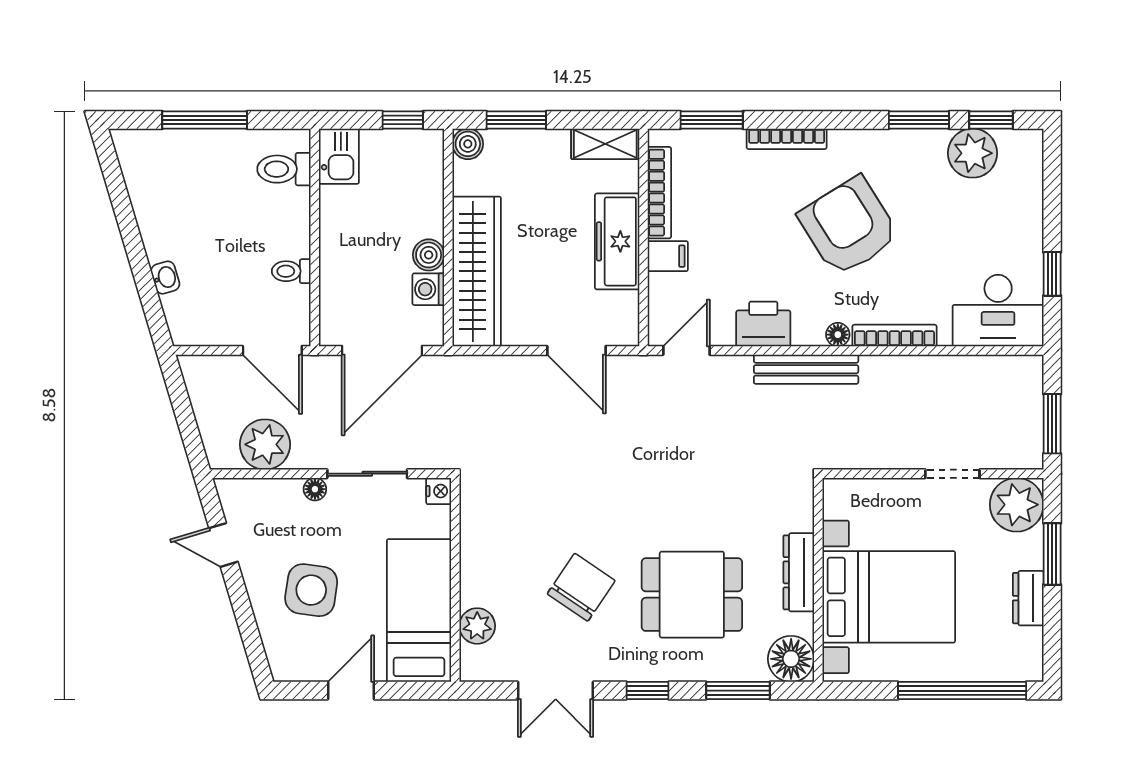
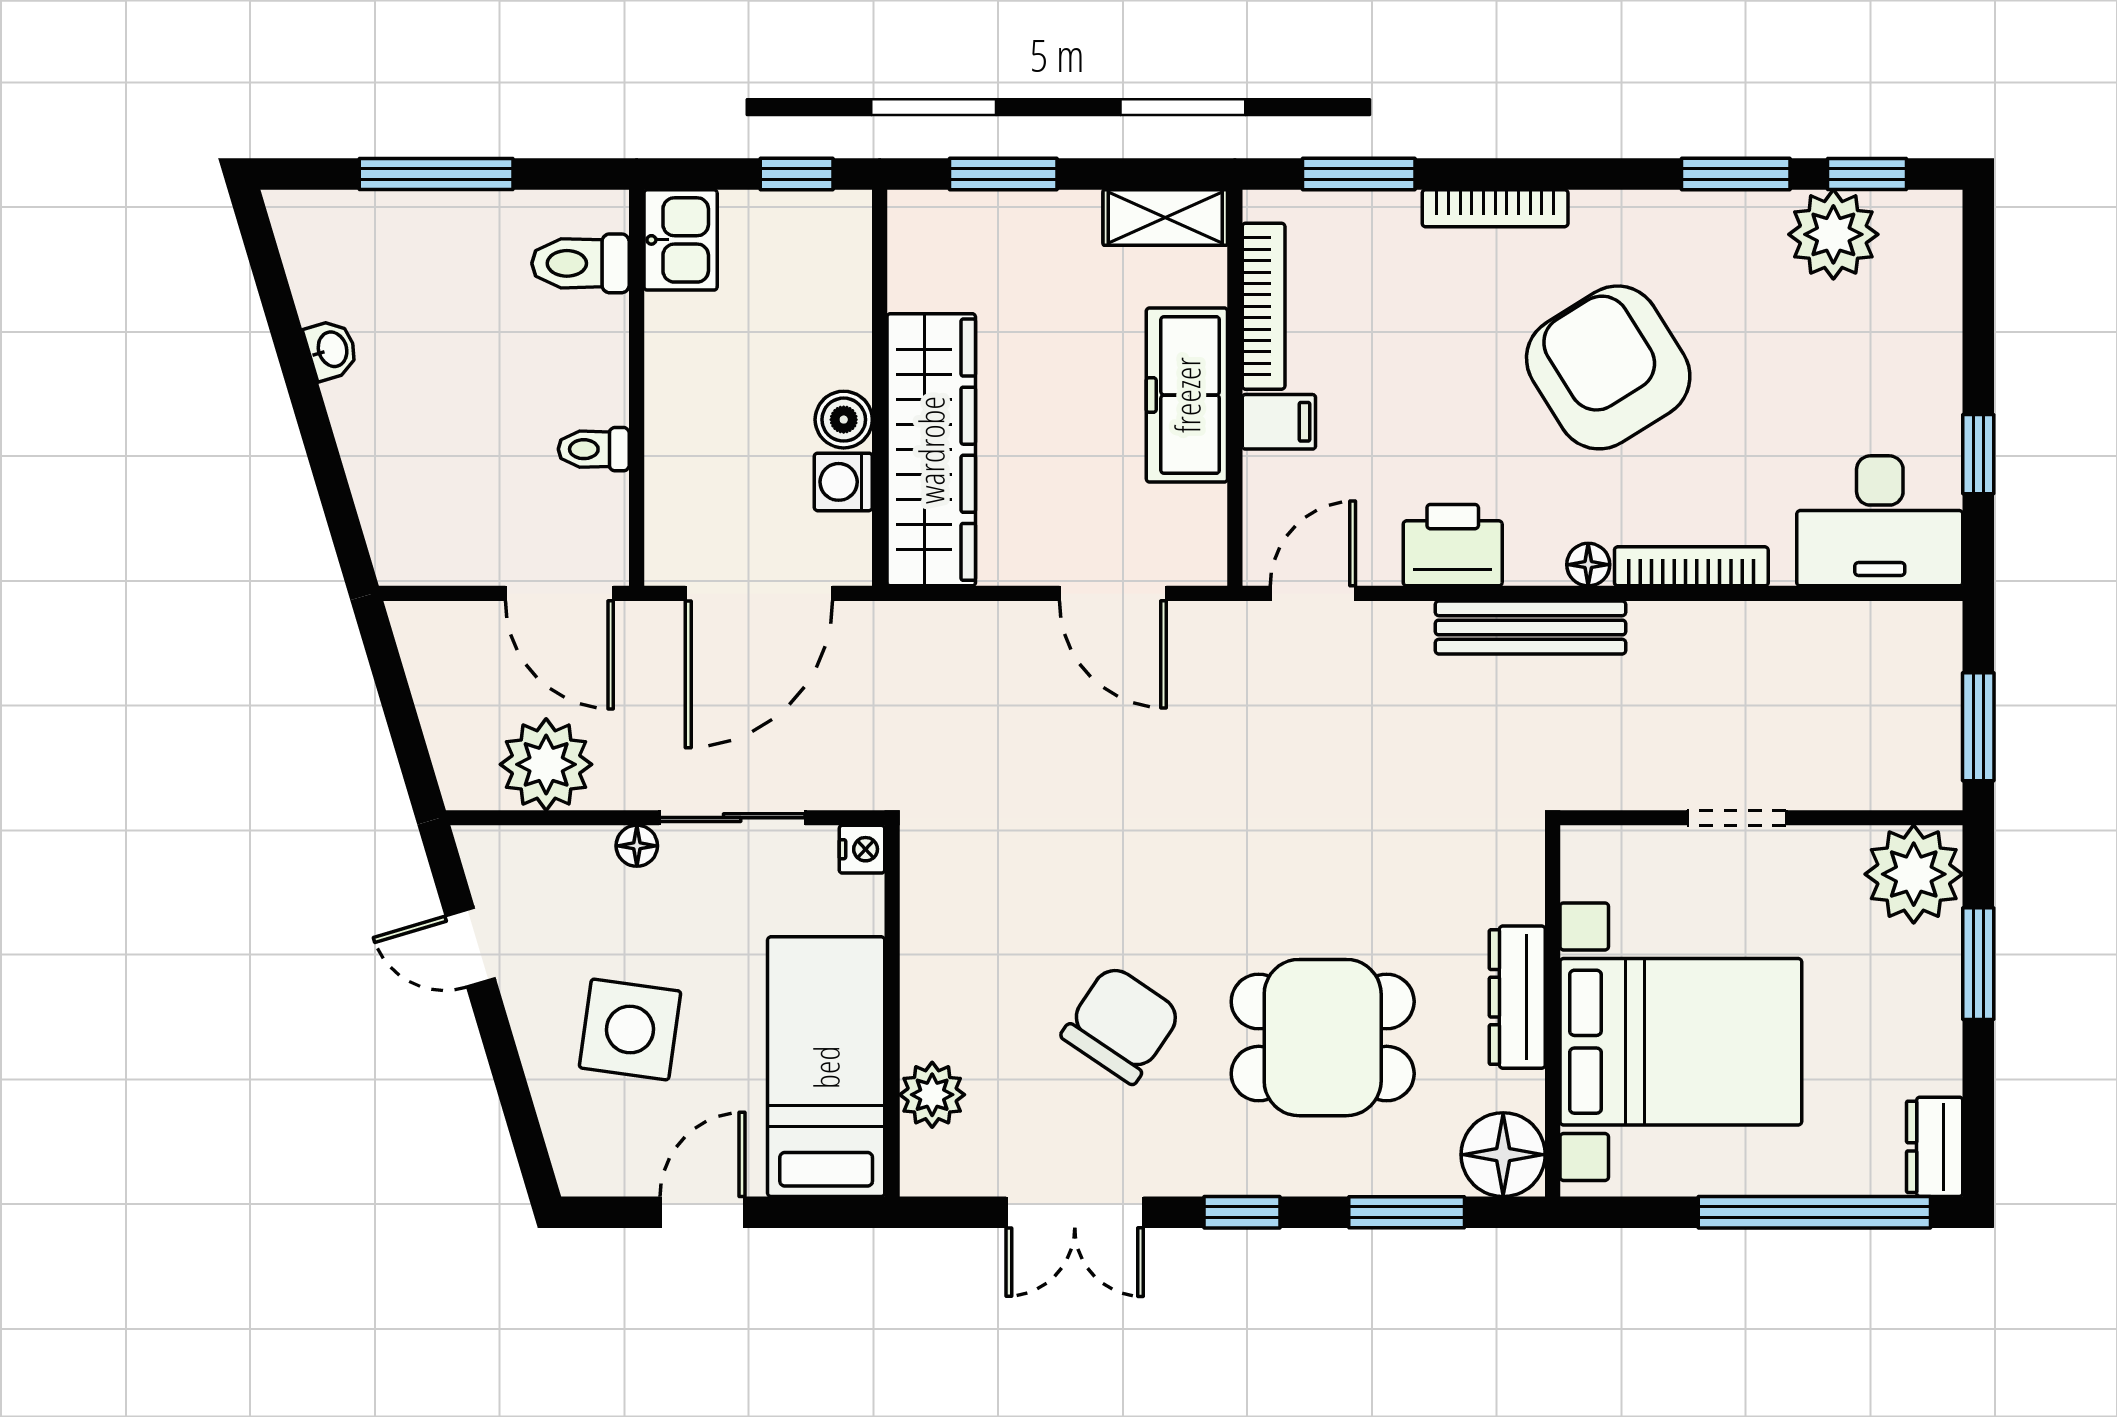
boiler: (468, 144) -> (915, 218), removed
washbasin: (165, 278) -> (331, 350), moved
doorway: (952, 474) -> (1737, 818), moved
dresser: (1028, 598) -> (1935, 1147), moved

